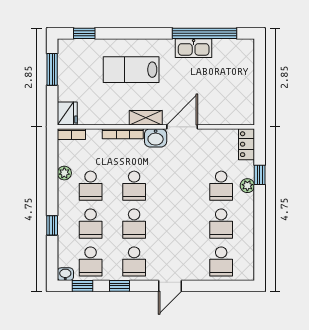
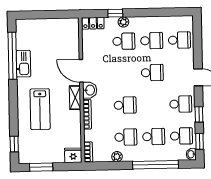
school desk: (134, 224) -> (152, 73), moved
window: (52, 225) -> (156, 165), width x3.17

